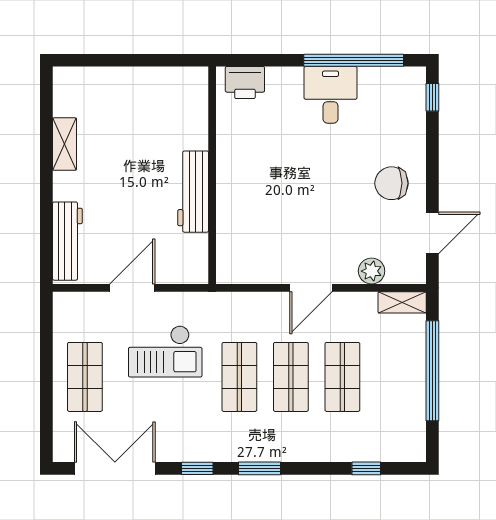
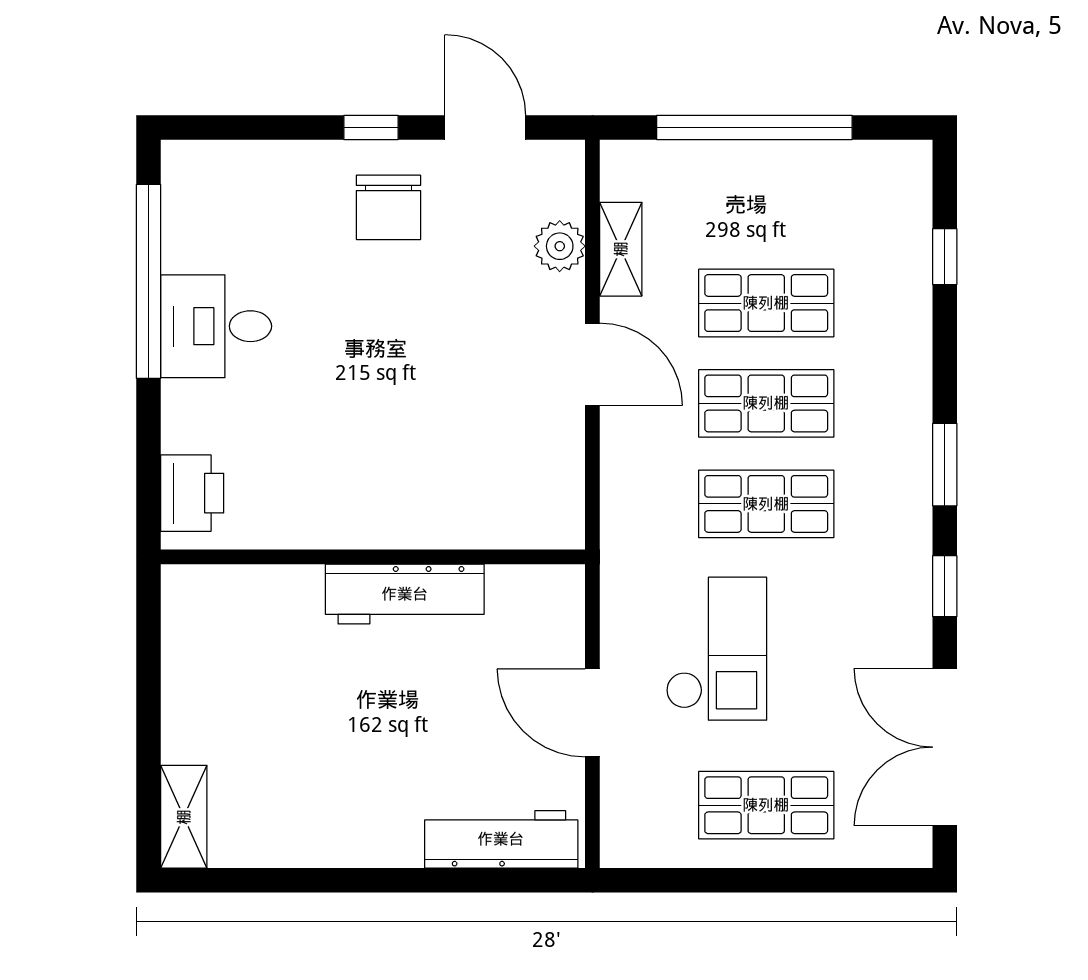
window: (432, 97) -> (371, 127), moved
shelving: (64, 144) -> (184, 817), moved, turned 90
shelving: (402, 302) -> (621, 249), moved

